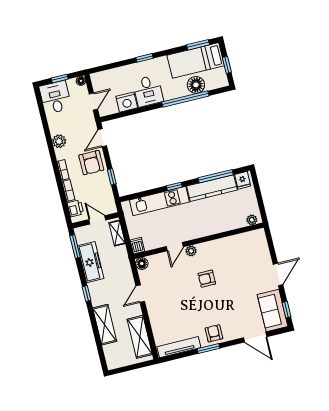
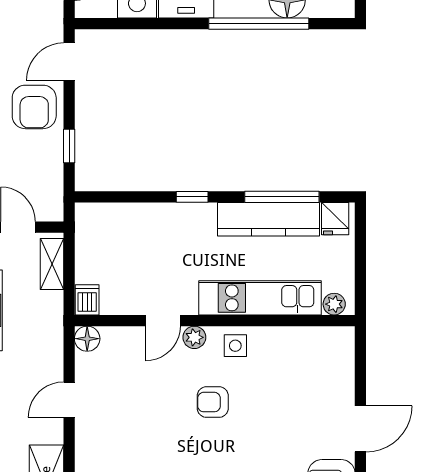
kitchen unit: (159, 201) -> (260, 298), moved, turned 180
side table: (211, 250) -> (235, 346), added

